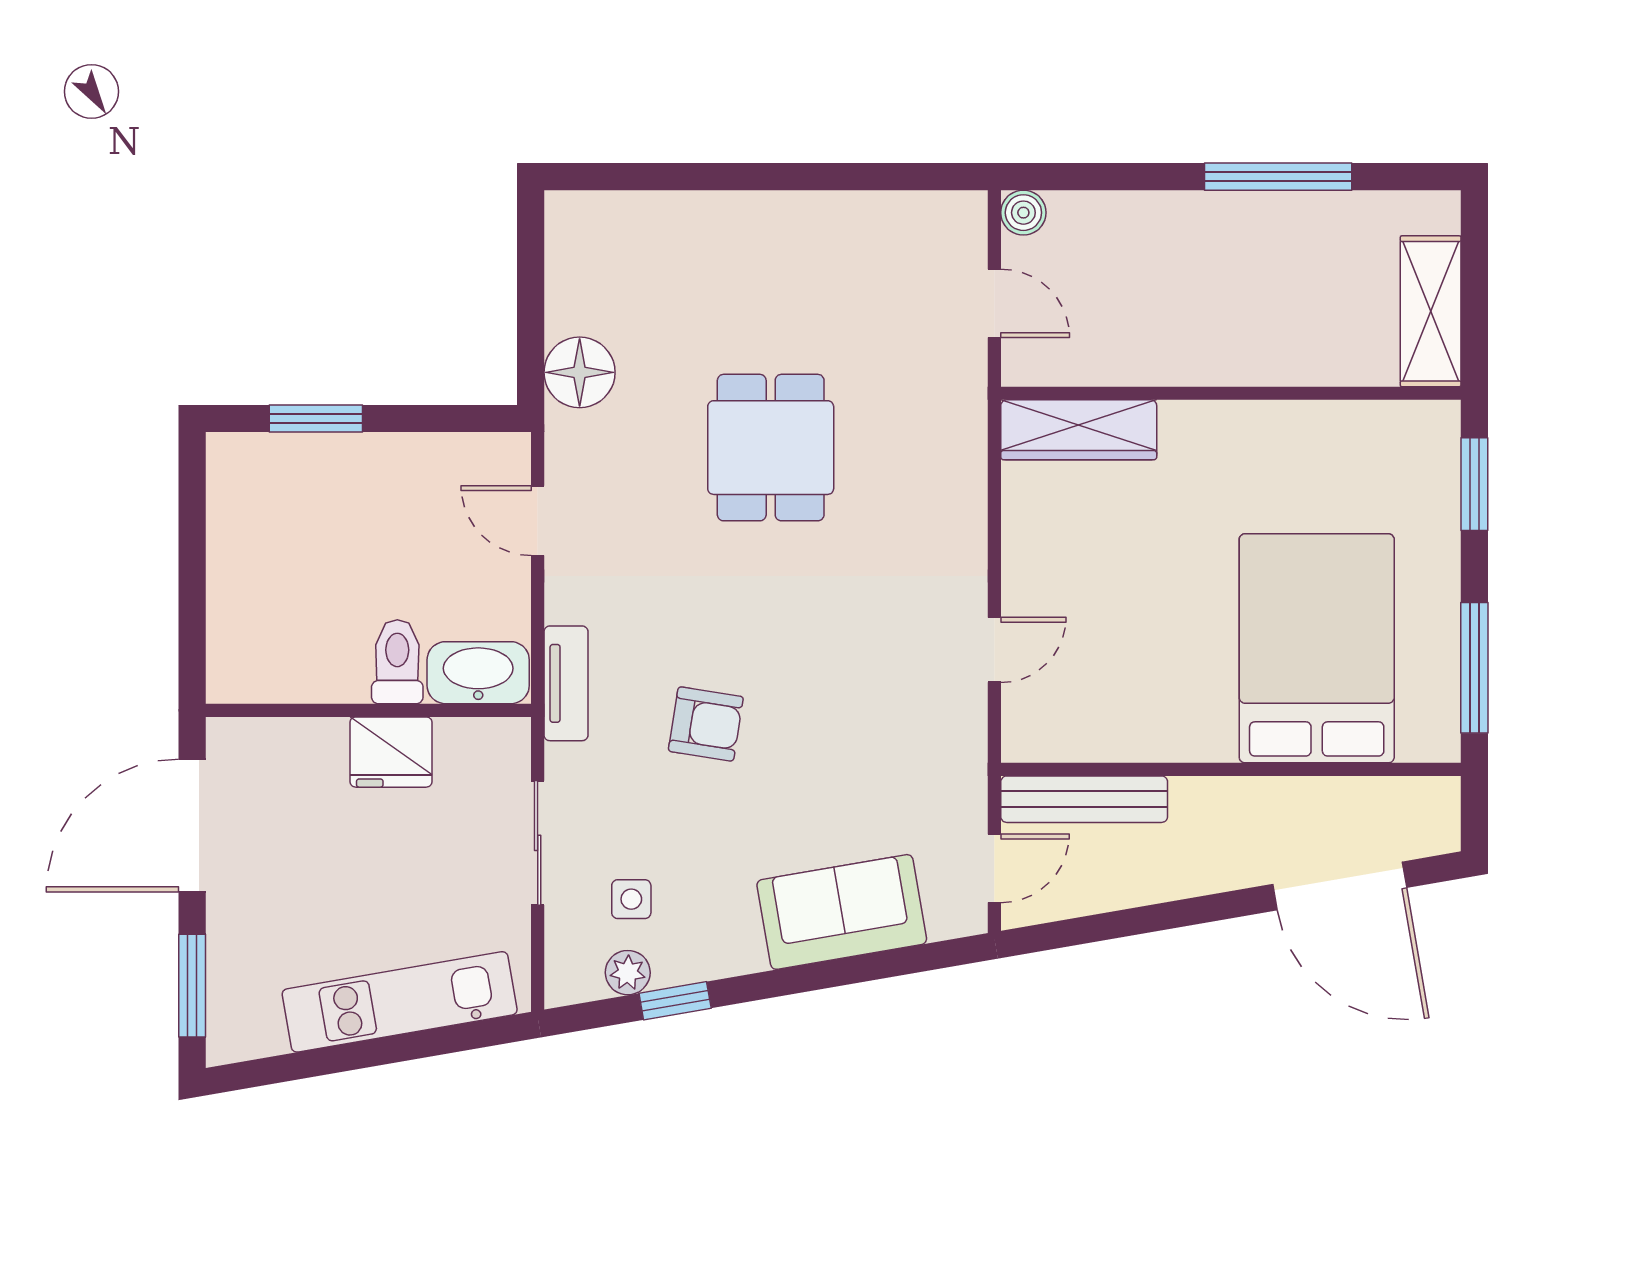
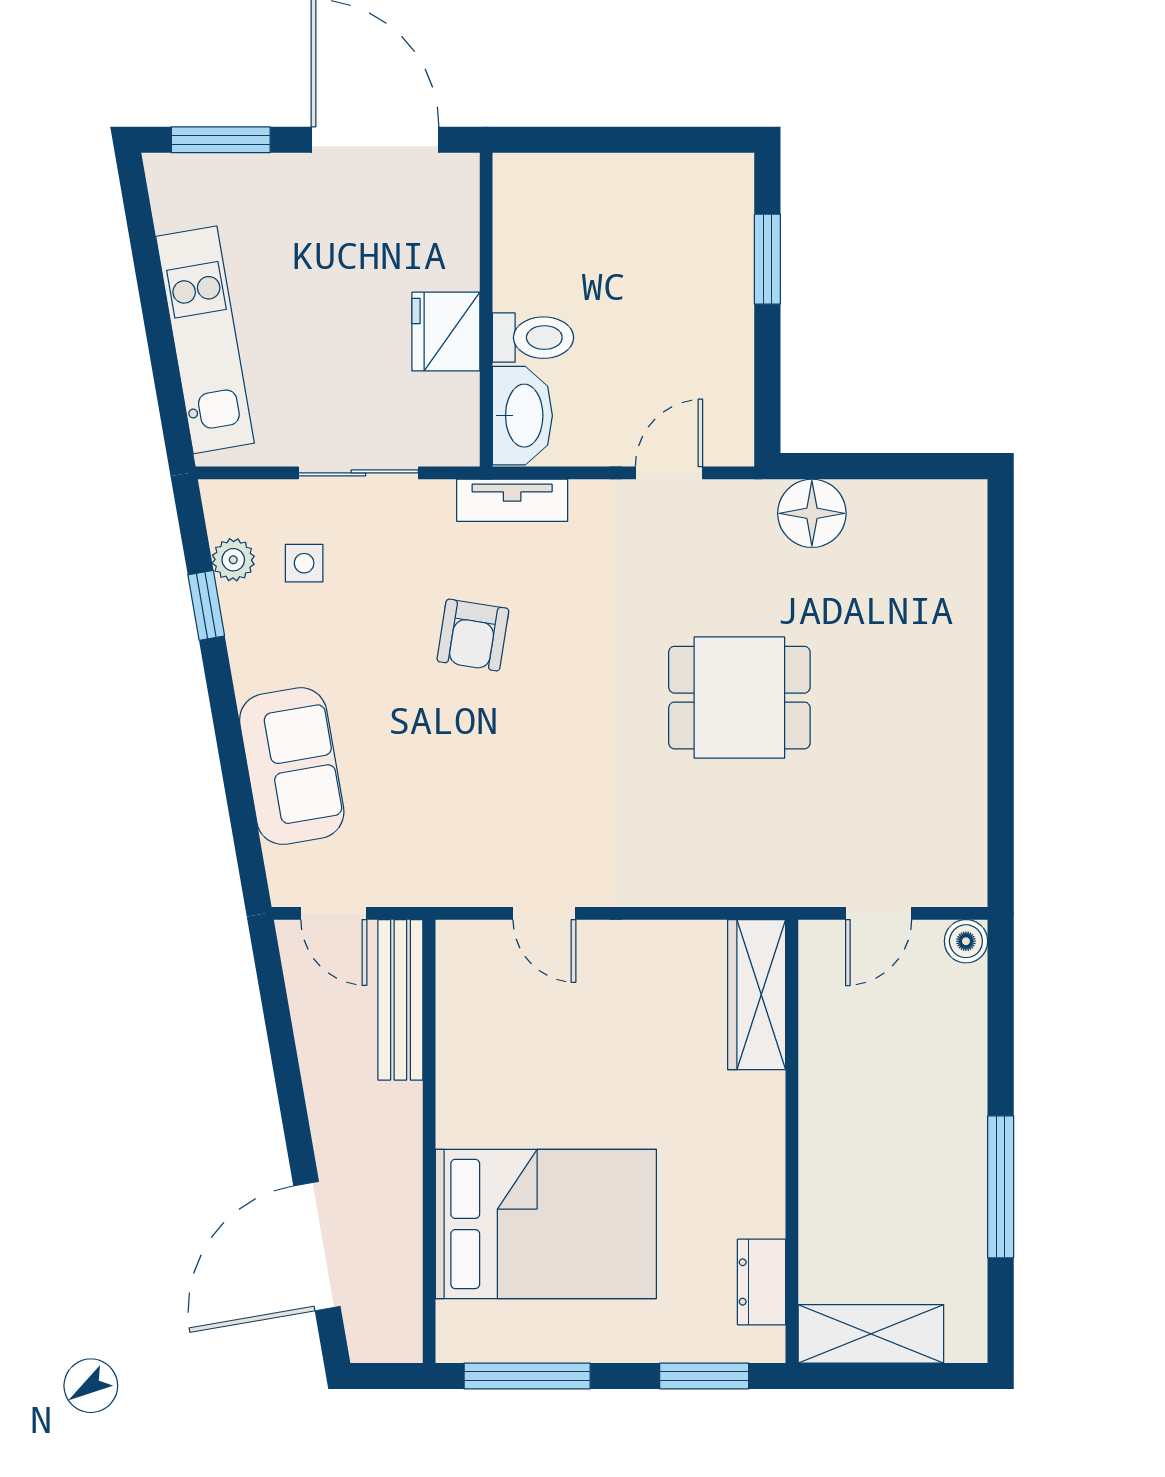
dresser: (1377, 425) -> (761, 1282), added

